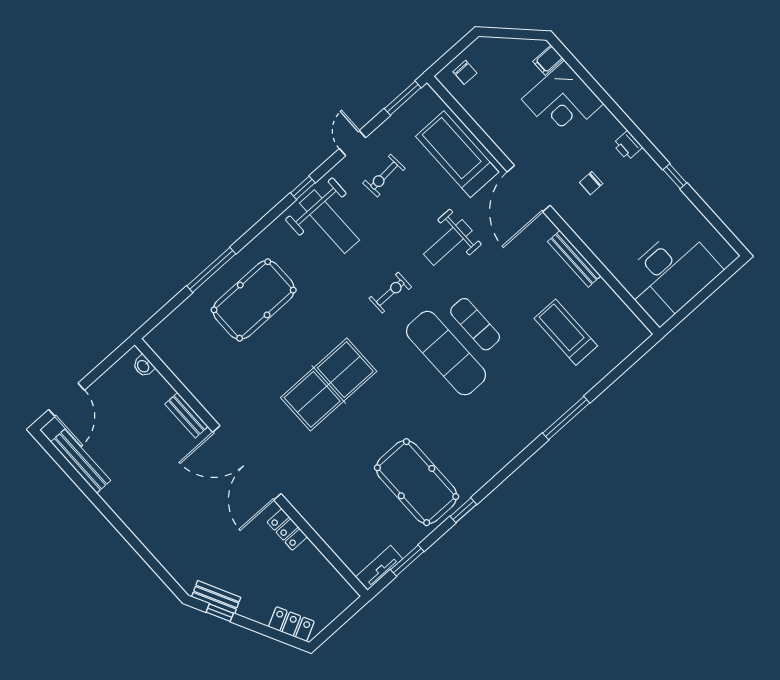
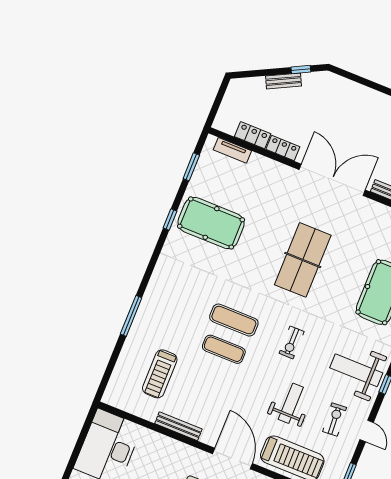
weight bench: (448, 242) -> (291, 403), moved
treadmill: (566, 332) -> (160, 374), turned 90
exercise mat: (446, 353) -> (234, 320), width x0.73, depth x0.69
tv unit: (379, 568) -> (232, 150), moved, turned 90
bench: (216, 597) -> (283, 81), moved
locker: (291, 624) -> (253, 135), moved, turned -153

